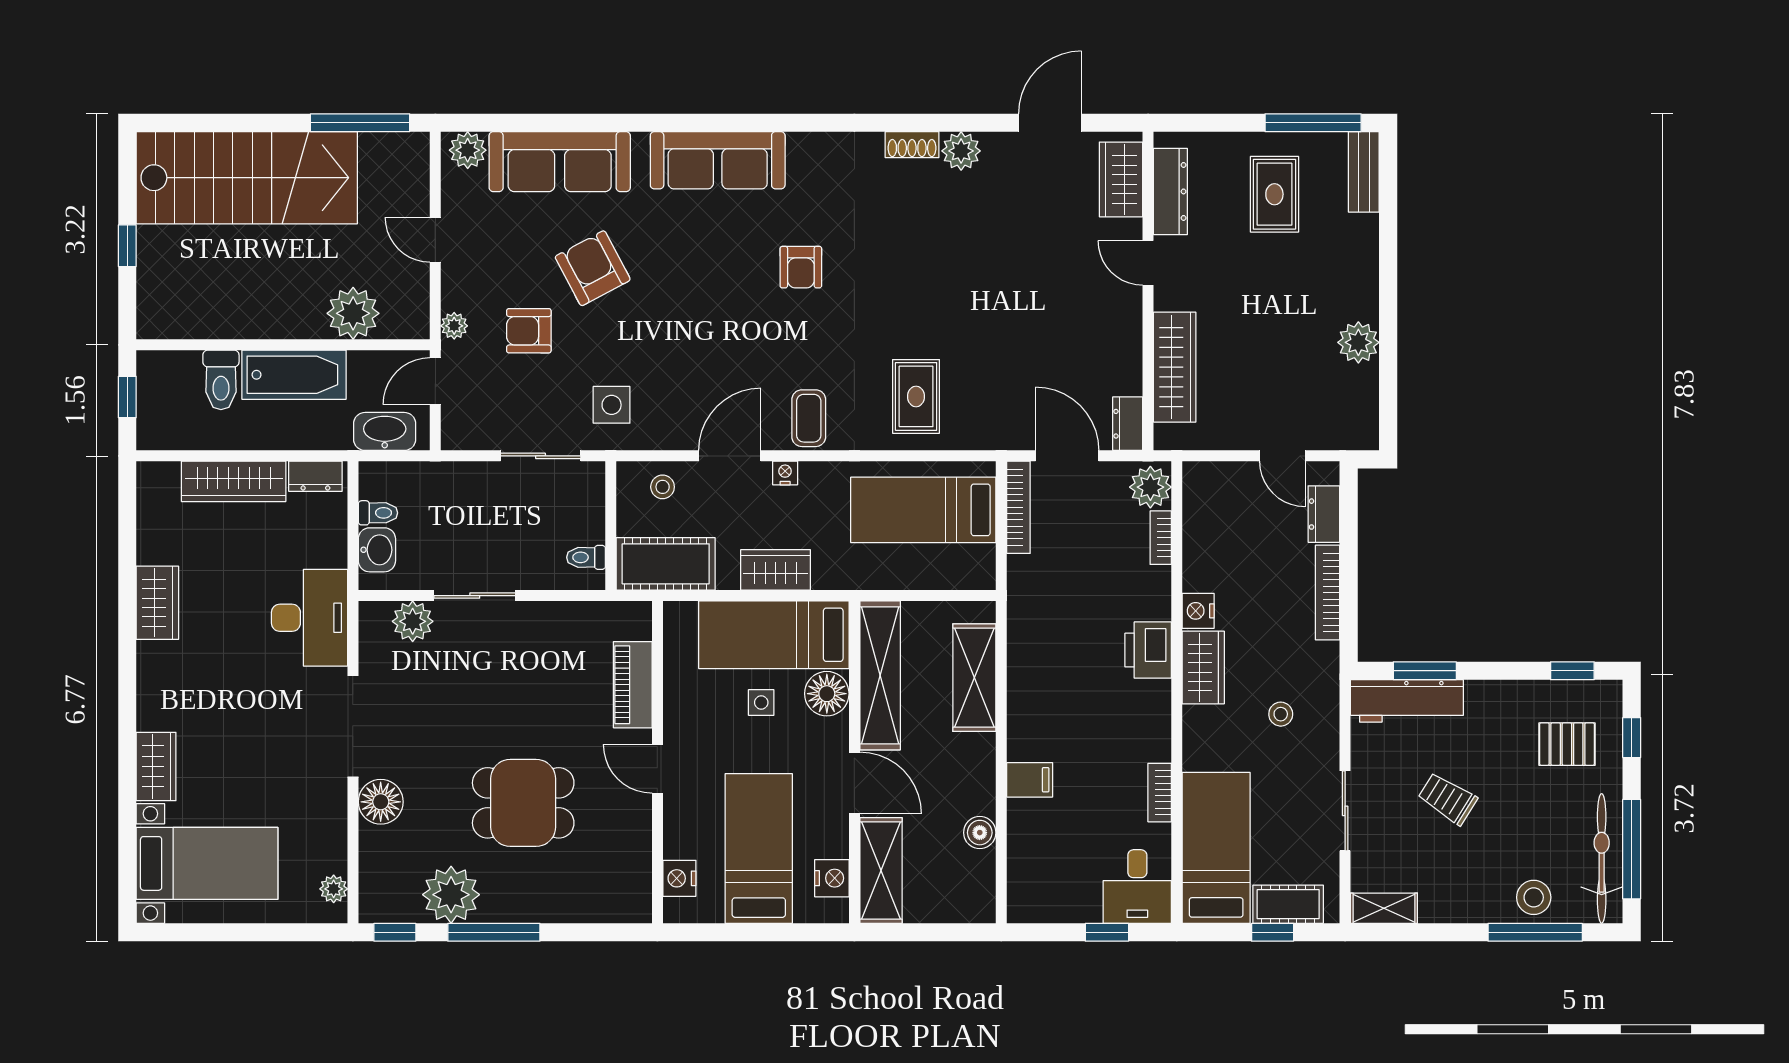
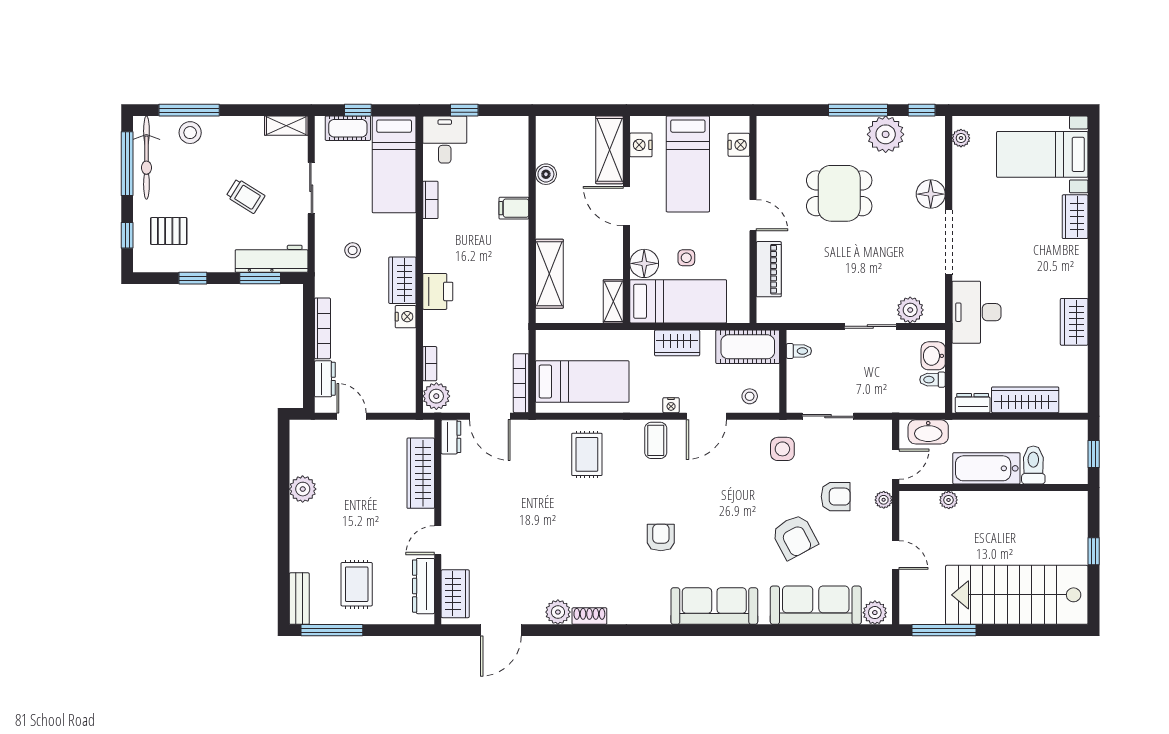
door: (1148, 263) -> (438, 540), swing flipped
plant: (353, 313) -> (949, 500), width x0.53, depth x0.53
window: (1572, 671) -> (193, 278), moved
shelving: (880, 675) -> (613, 301), width x0.45, depth x0.75

